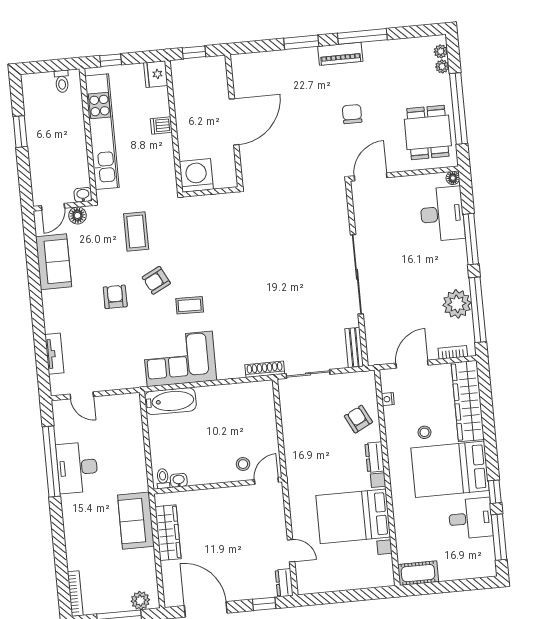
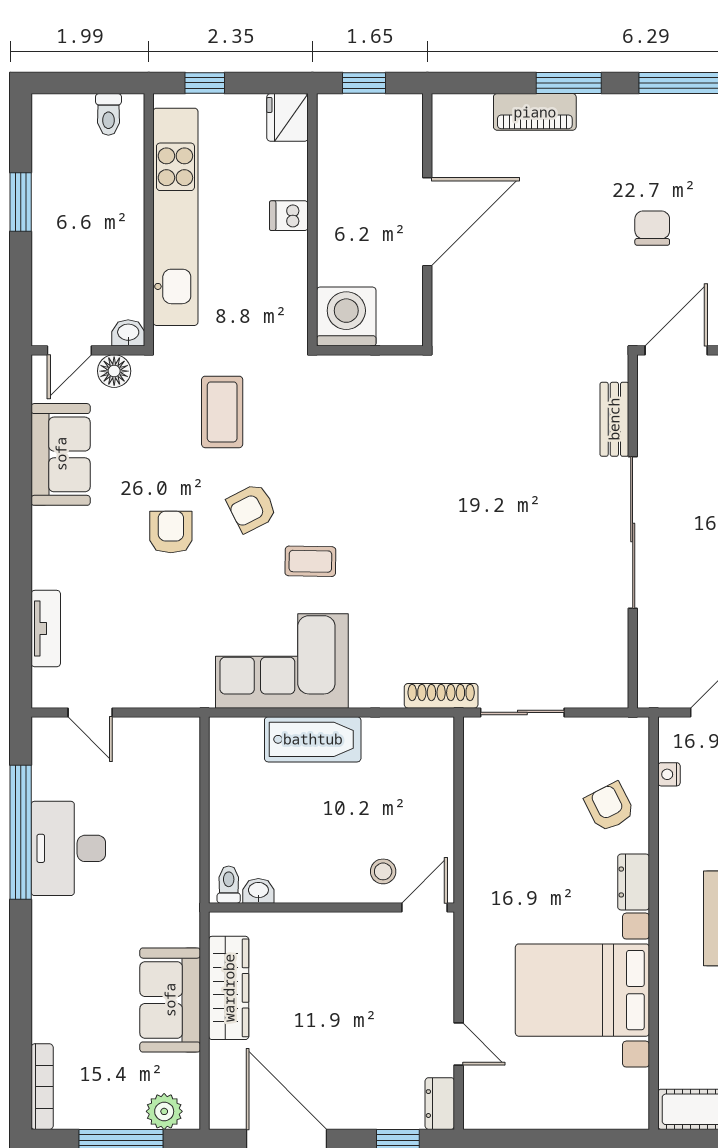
piano: (340, 54) -> (535, 112), moved
bench: (354, 347) -> (614, 419), moved
bathtub: (170, 401) -> (313, 739), moved
sofa: (136, 521) -> (170, 1000), moved

